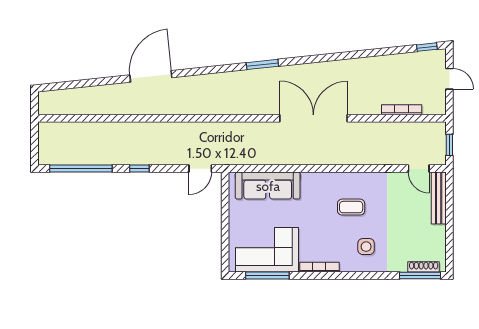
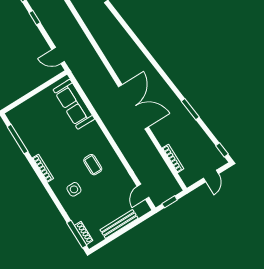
window: (262, 64) -> (190, 109), moved
bench: (439, 198) -> (119, 224), moved
corner sofa: (267, 250) -> (33, 129), removed

